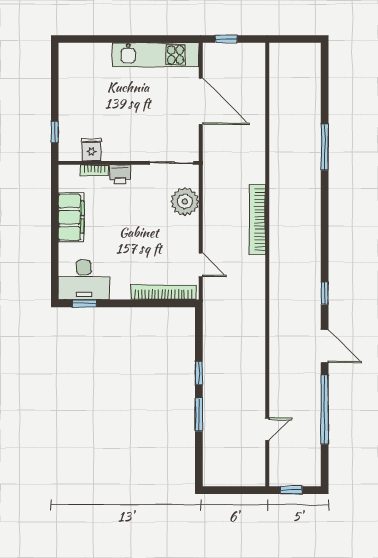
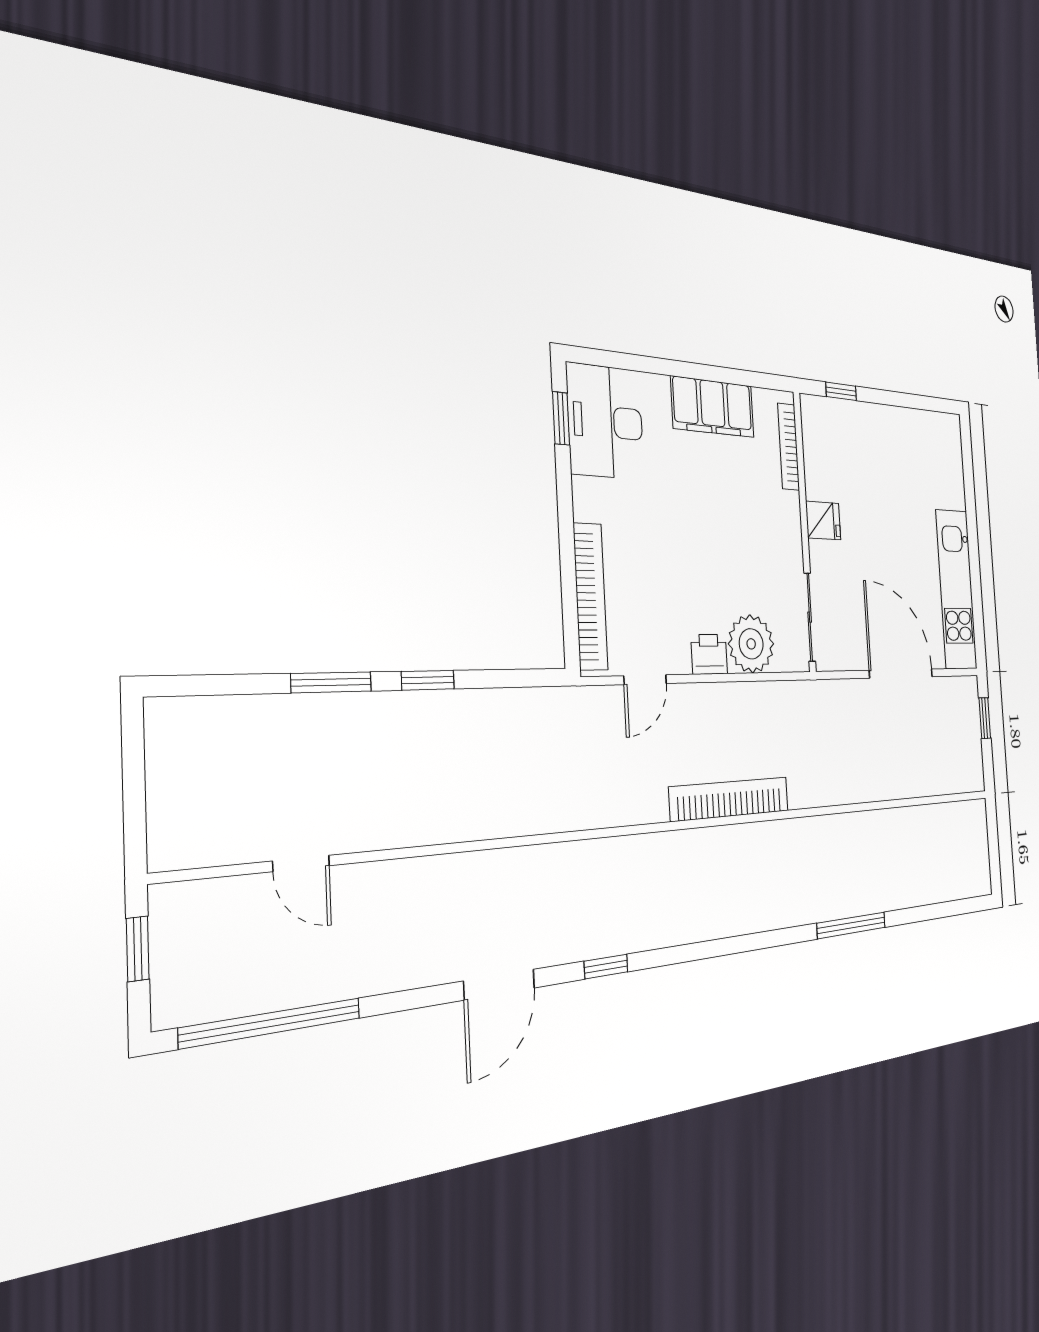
door: (201, 101) -> (901, 674), swing flipped
fridge: (91, 150) -> (823, 520), moved
bookcase: (94, 170) -> (789, 447), width x1.56
printer: (120, 174) -> (709, 654), moved, turned 90
window: (325, 410) -> (272, 1023), moved

